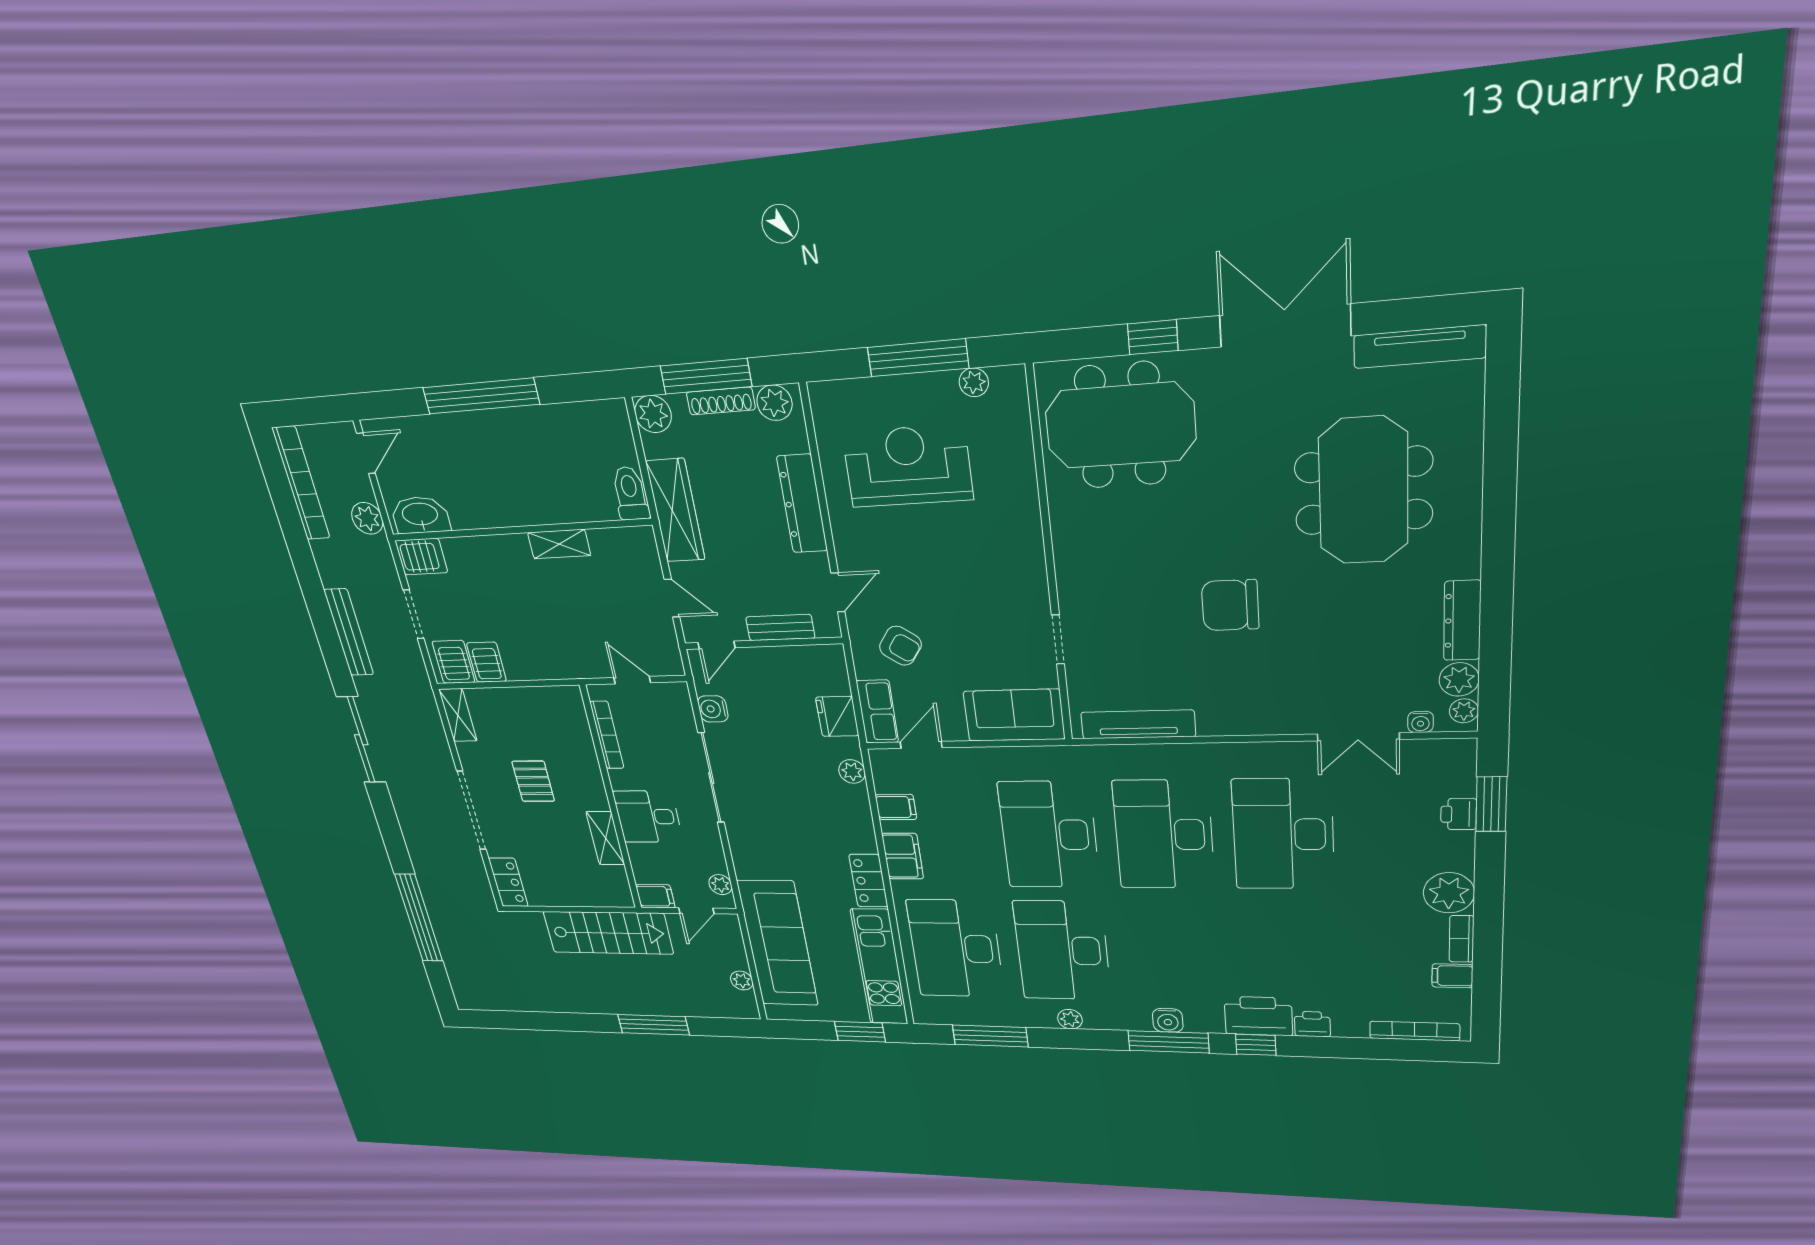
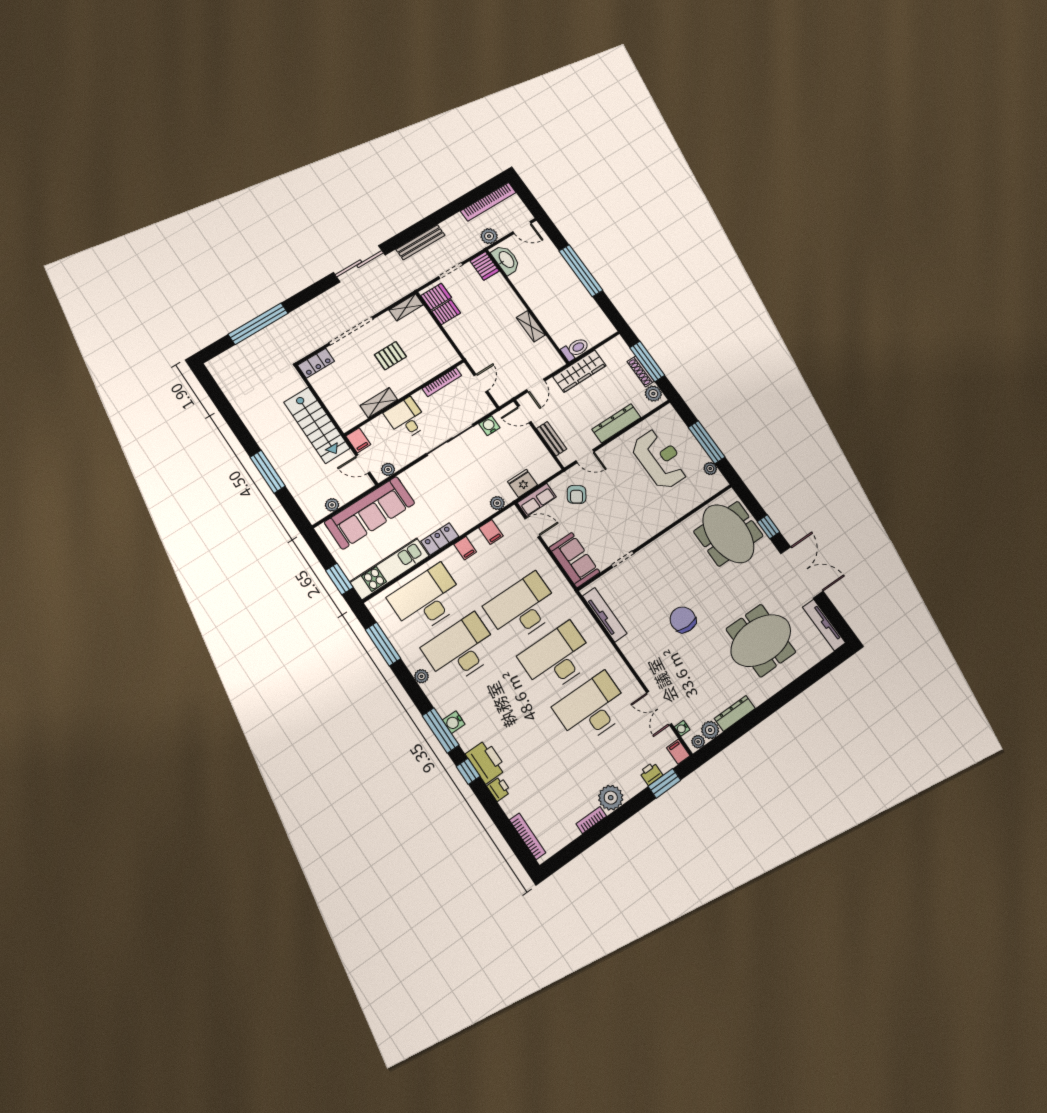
plant: (653, 414) -> (618, 346), removed
filing cabinet: (903, 856) -> (465, 548), width x0.50
filing cabinet: (1452, 976) -> (678, 752), moved

